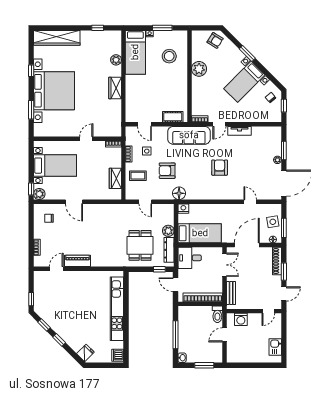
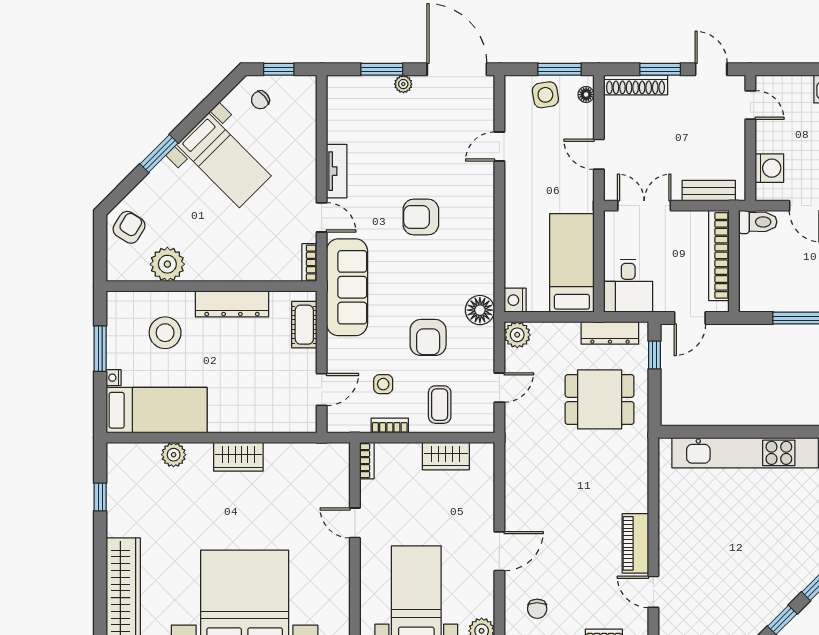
plant: (199, 69) -> (167, 264), moved
dresser: (182, 85) -> (232, 304), added
plant: (168, 231) -> (517, 335), moved
door: (247, 245) -> (599, 154), width x0.53

